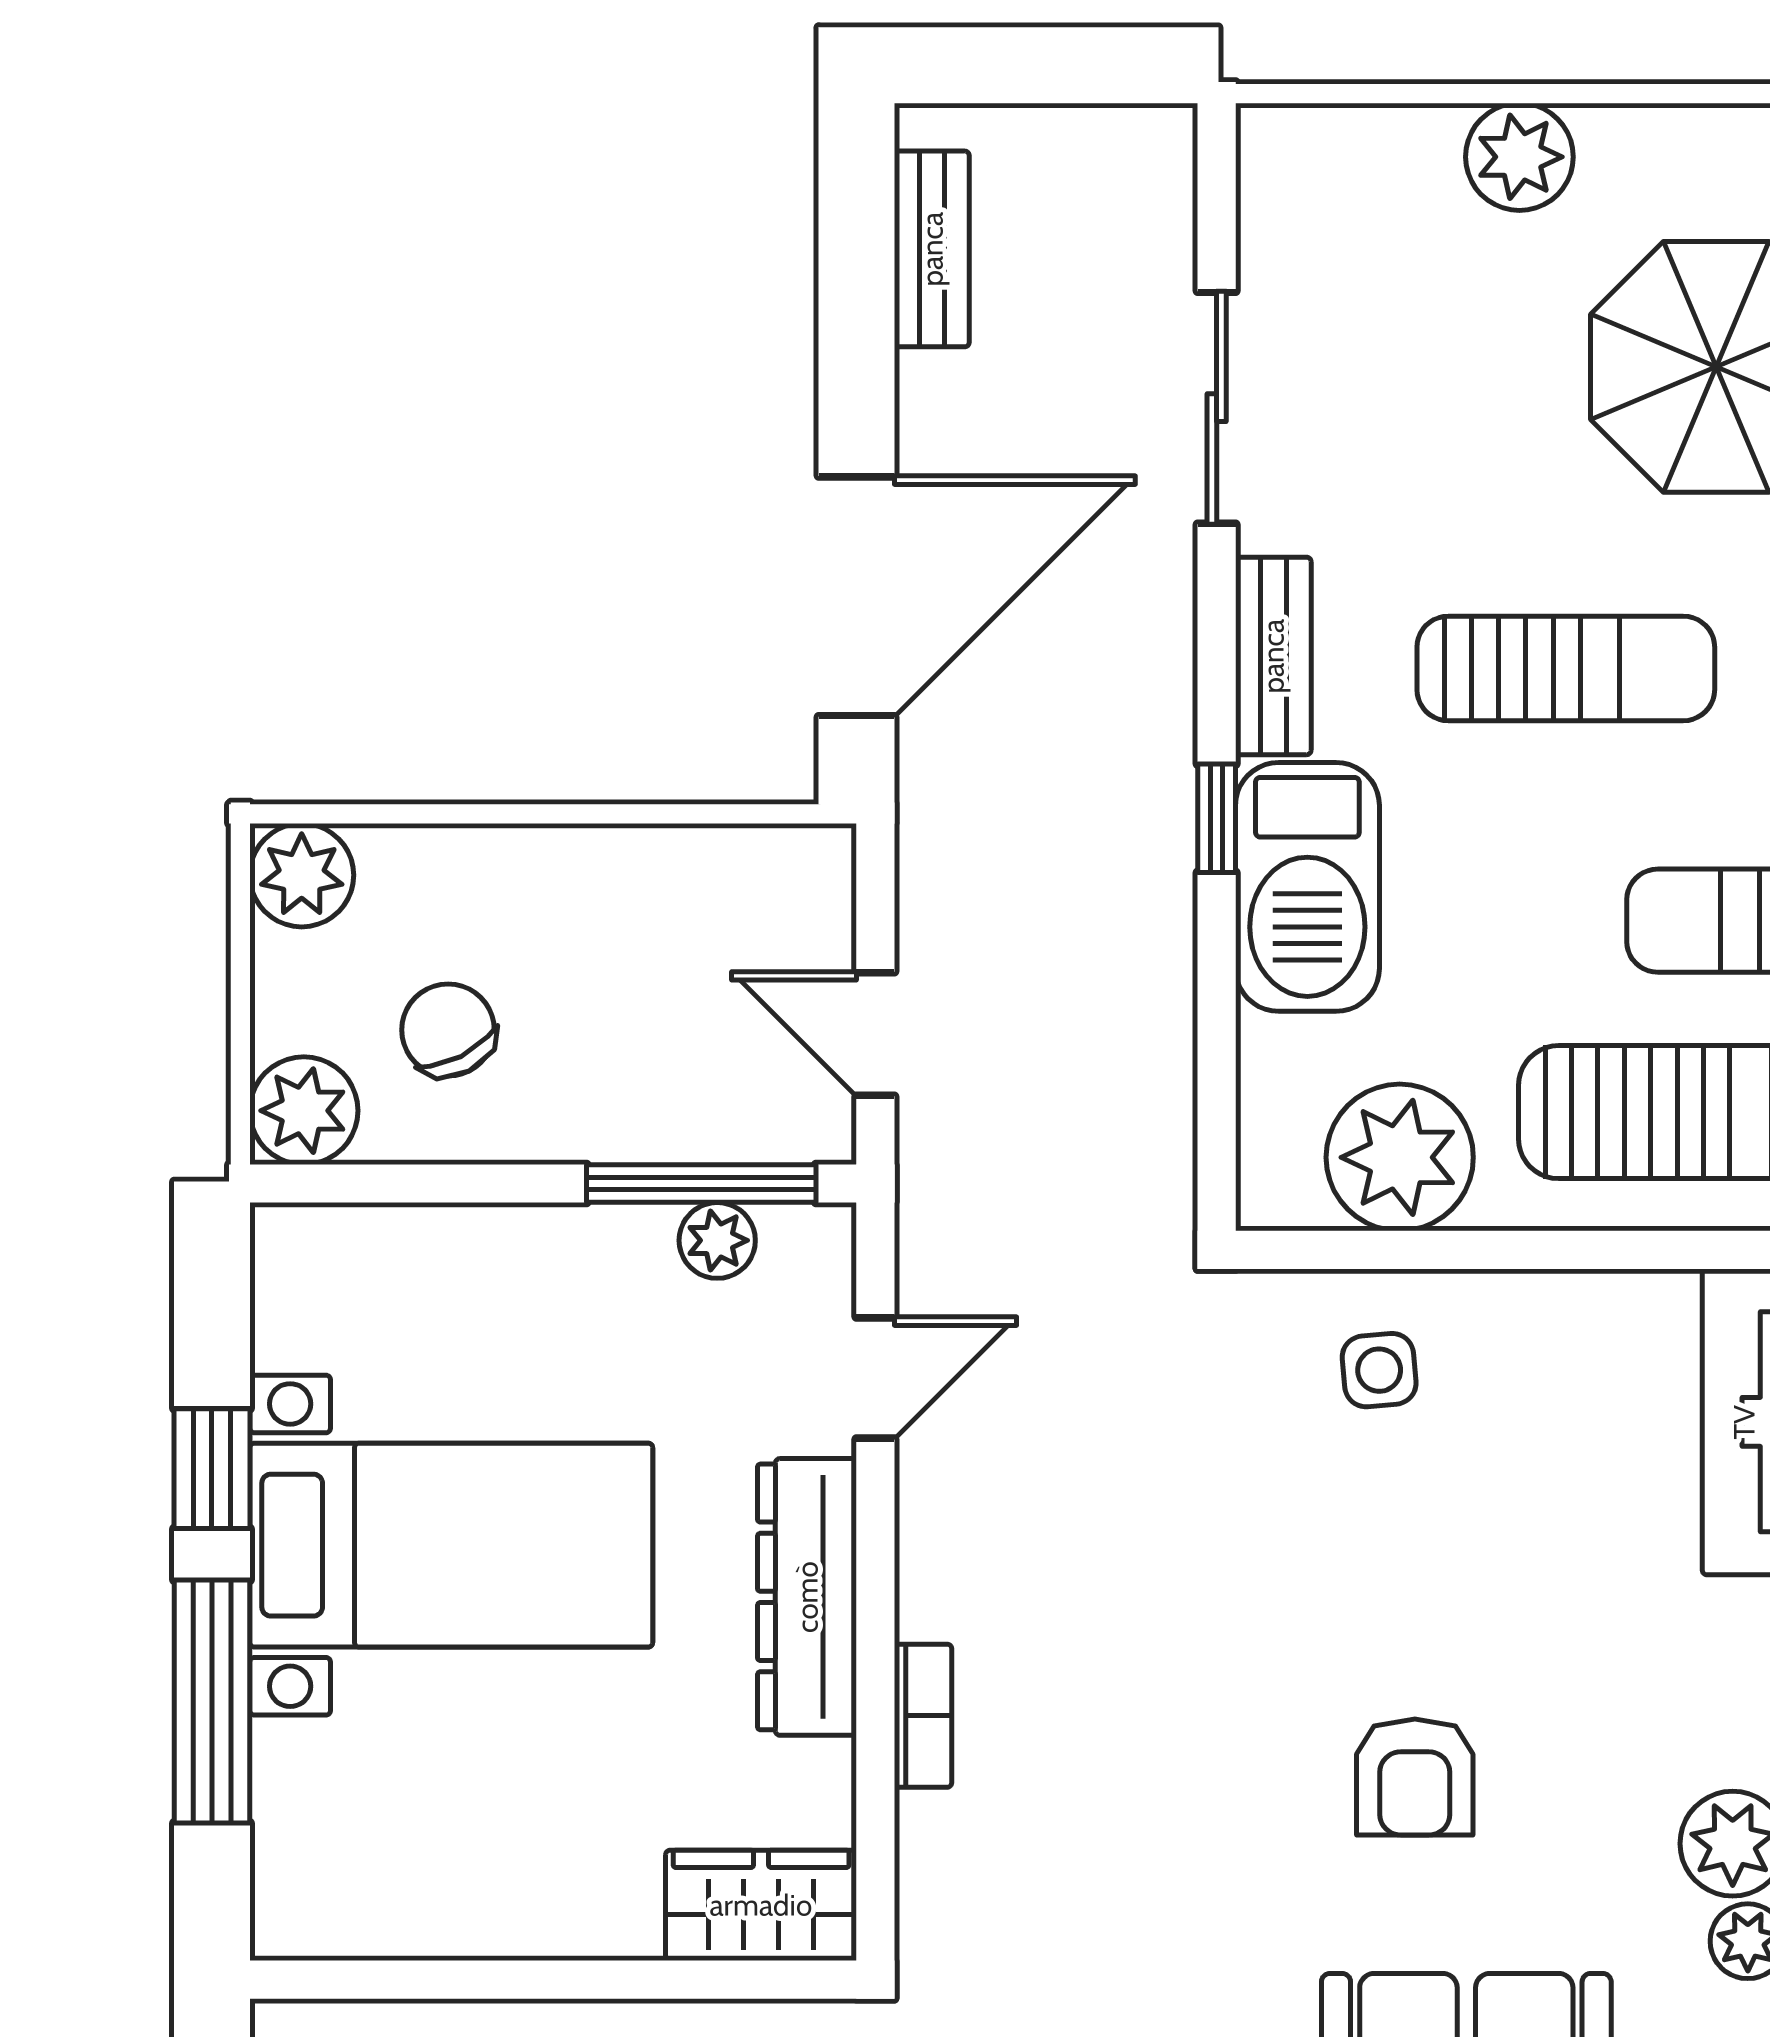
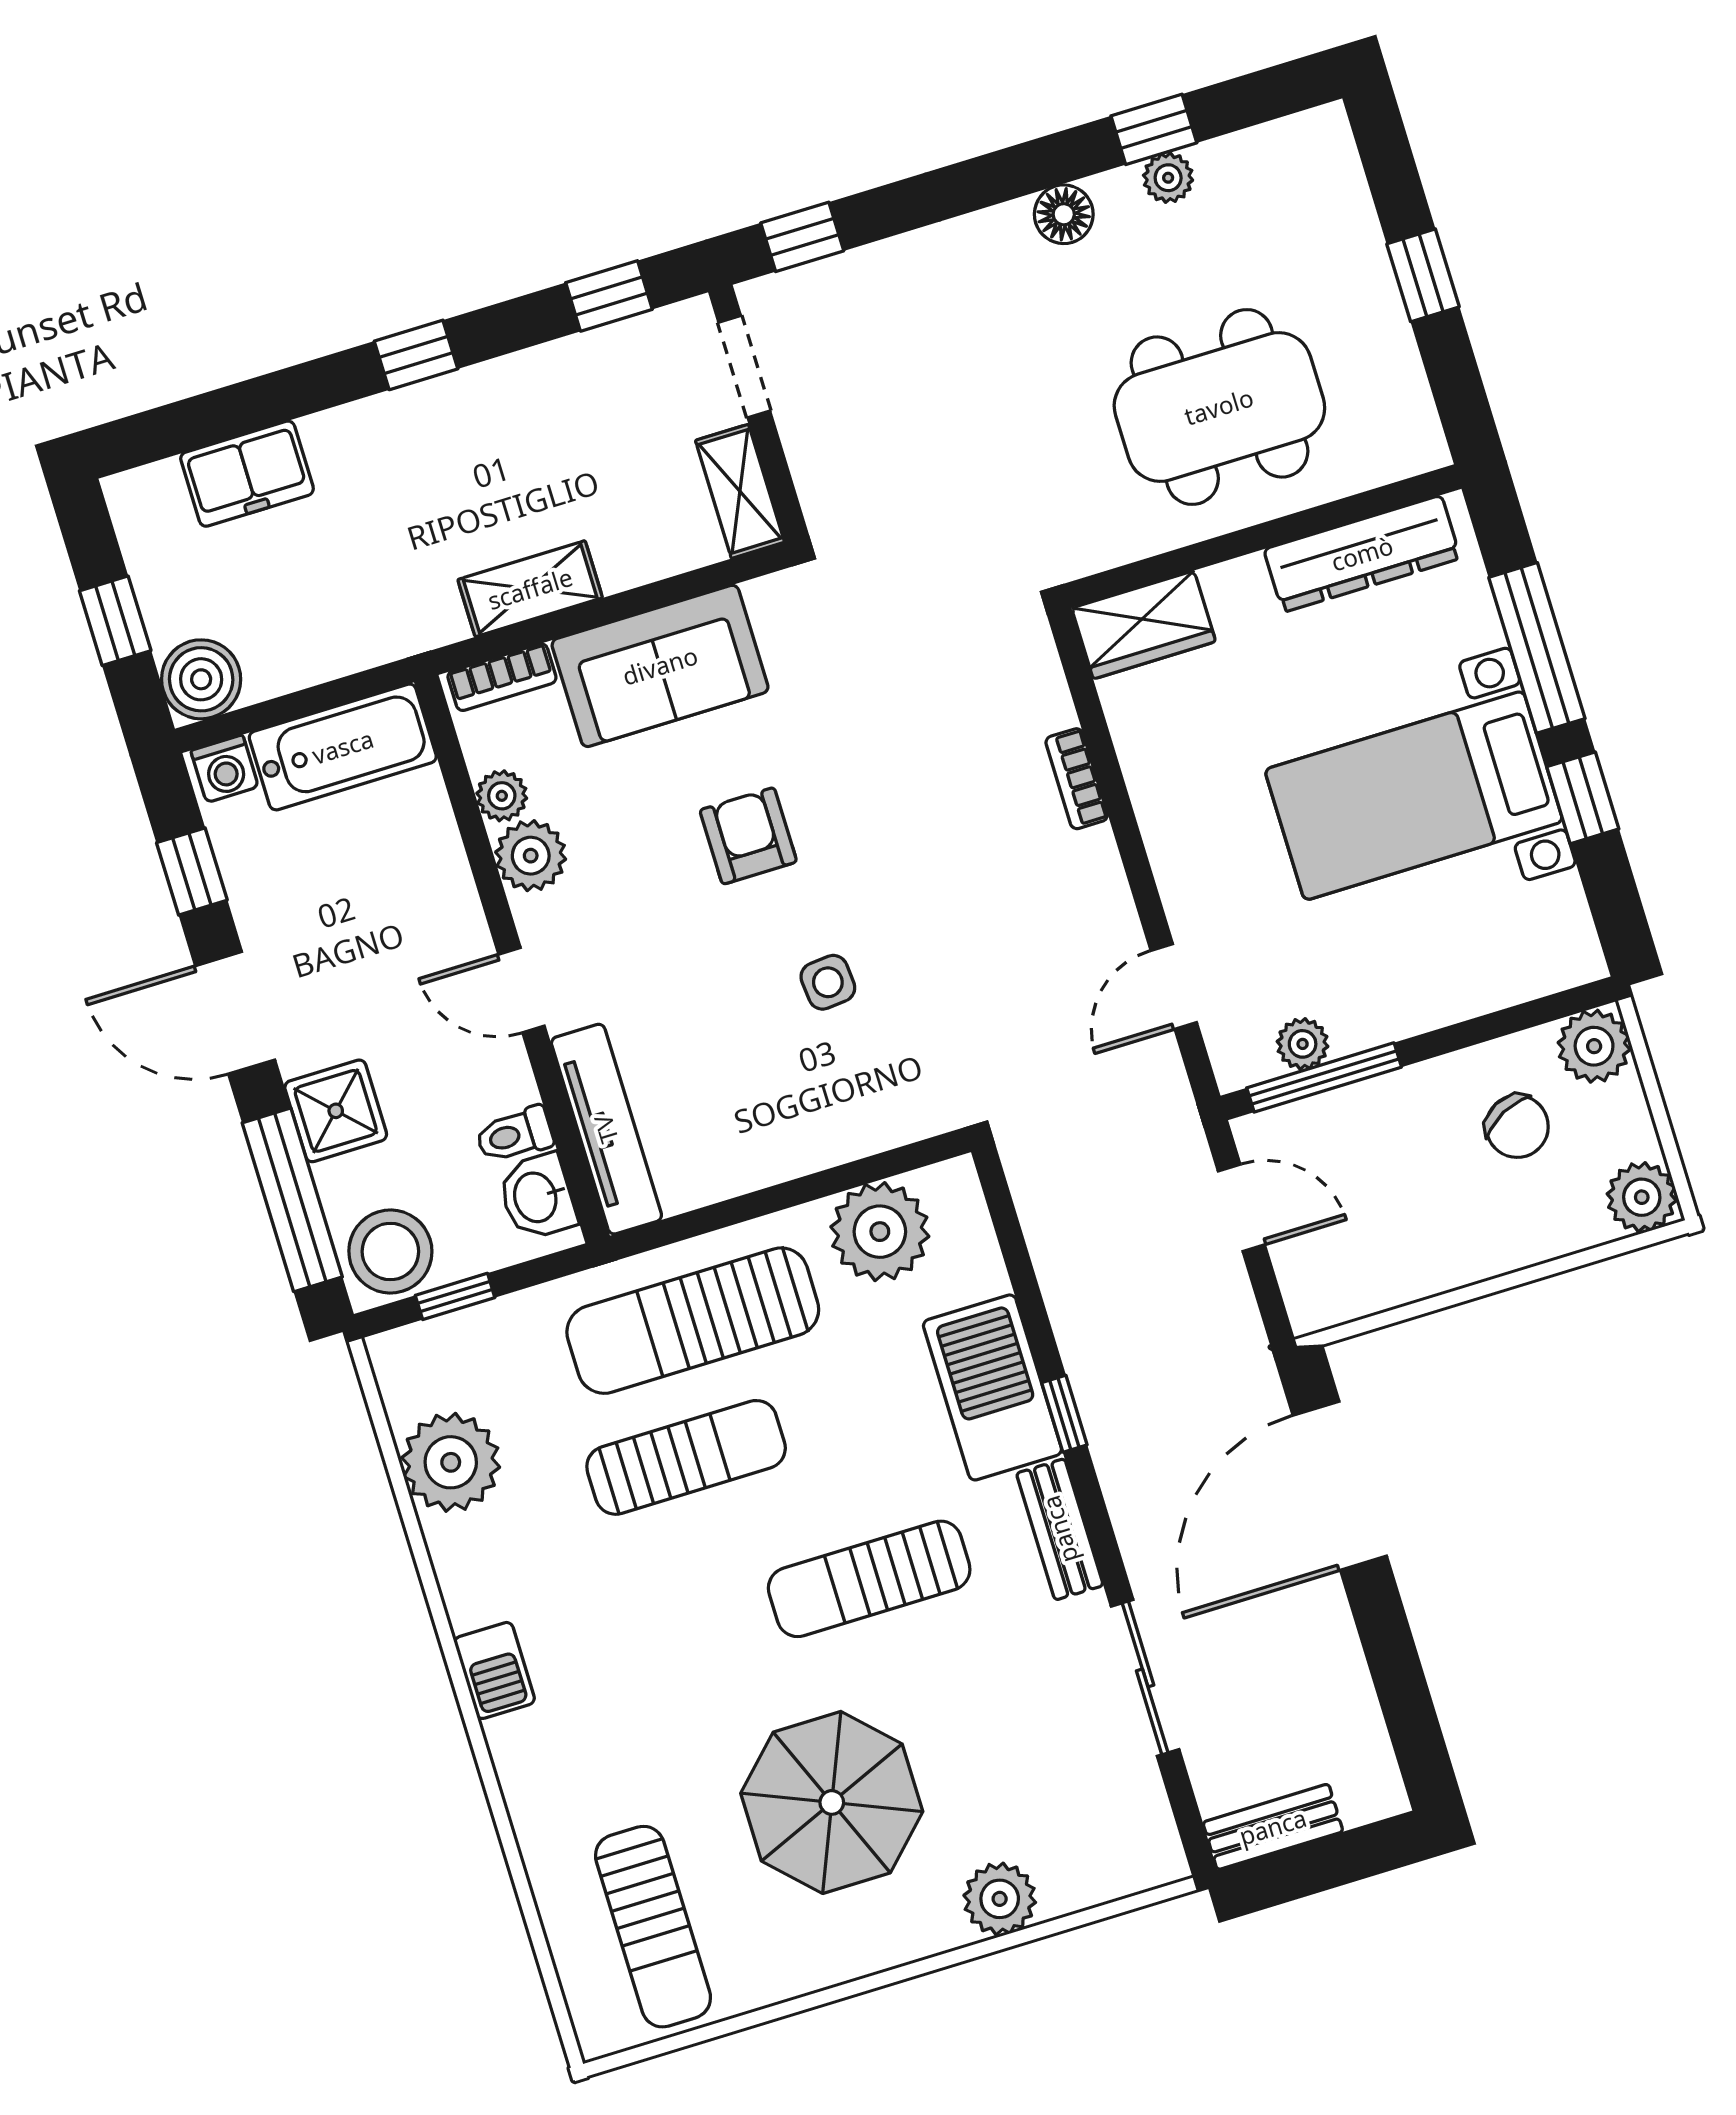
bench: (932, 249) -> (1273, 1827), moved, turned 90
side table: (1379, 1370) -> (828, 982), moved
dresser: (807, 1597) -> (1362, 554), moved, turned 90

